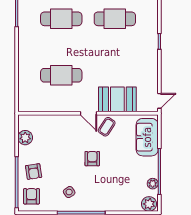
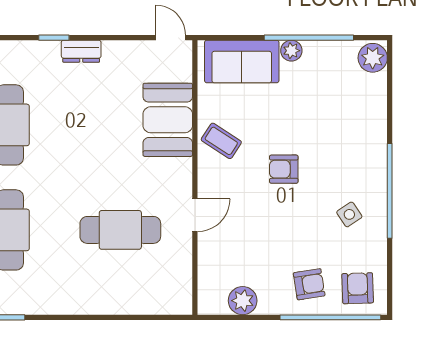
dresser: (152, 55) -> (81, 51), added
cafe table: (61, 75) -> (120, 230), turned 90
door: (89, 113) -> (195, 215), moved
plant: (153, 184) -> (291, 51), moved
armchair: (31, 196) -> (358, 288), turned 88

